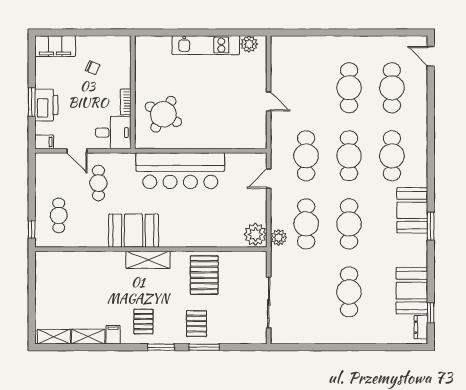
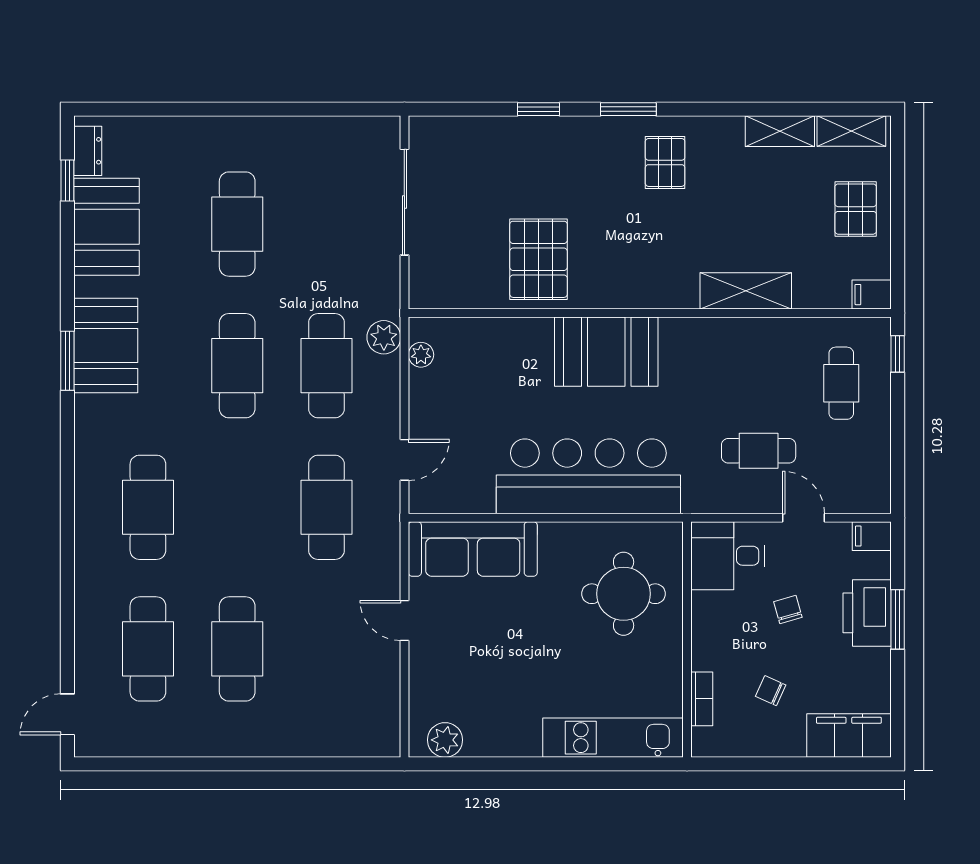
kitchen unit: (206, 45) -> (613, 738), moved
door: (431, 56) -> (67, 714), swing flipped
bookcase: (126, 102) -> (702, 699), moved
chair: (84, 107) -> (788, 609), added
round table: (163, 114) -> (624, 594), turned -30
sofa: (236, 136) -> (473, 549), added
cafe table: (349, 156) -> (237, 507), removed
cafe table: (98, 183) -> (759, 451), turned 90
booth: (412, 210) -> (106, 346), moved
booth: (133, 231) -> (606, 352), moved
plant: (255, 234) -> (421, 355), width x0.53, depth x0.53
shelving: (148, 260) -> (746, 291), moved
pallet: (197, 324) -> (856, 209), moved
filing cabinet: (113, 335) -> (872, 295), moved, turned 90
window: (204, 347) -> (539, 109), width x0.67

